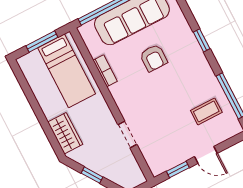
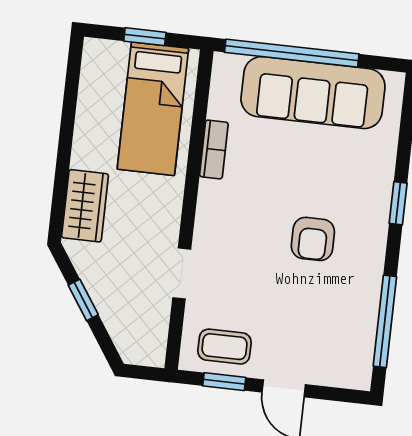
window: (42, 42) -> (145, 37), width x0.67
armchair: (153, 58) -> (313, 239), moved
coffee table: (206, 111) -> (225, 347), moved

